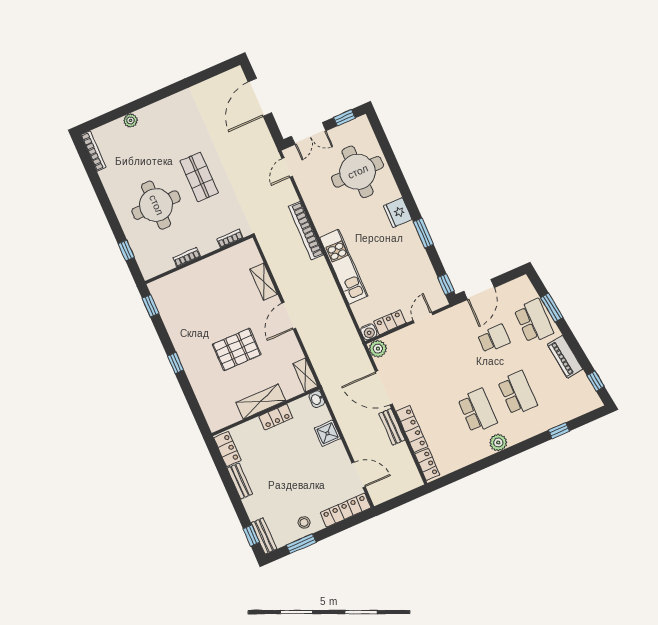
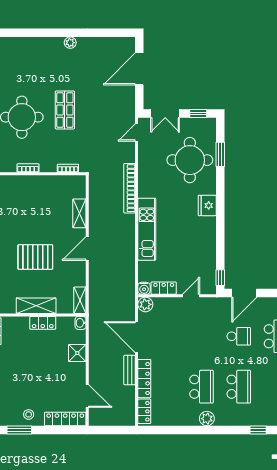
plant: (131, 120) -> (70, 43), moved
window: (423, 233) -> (220, 154), moved

